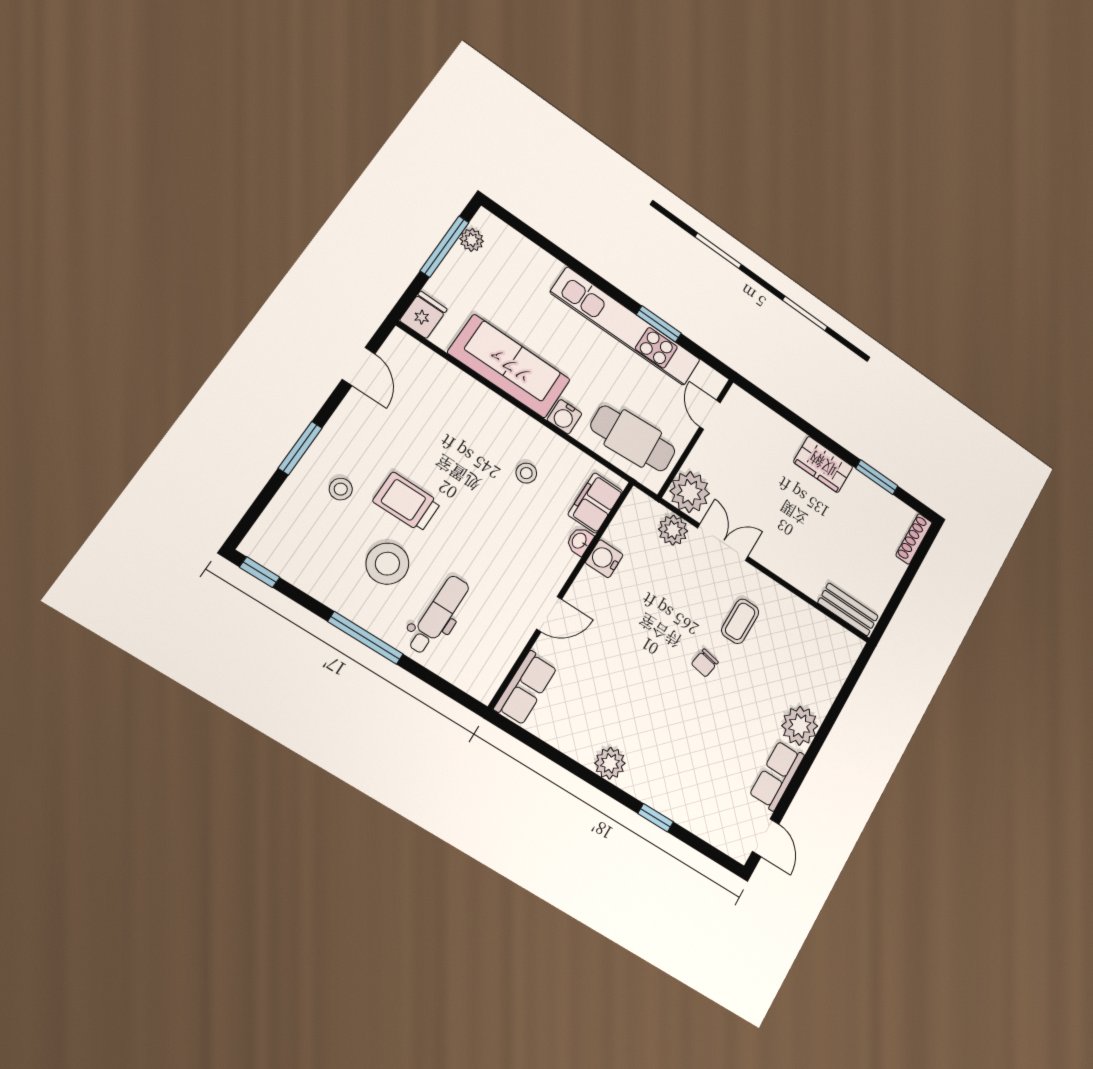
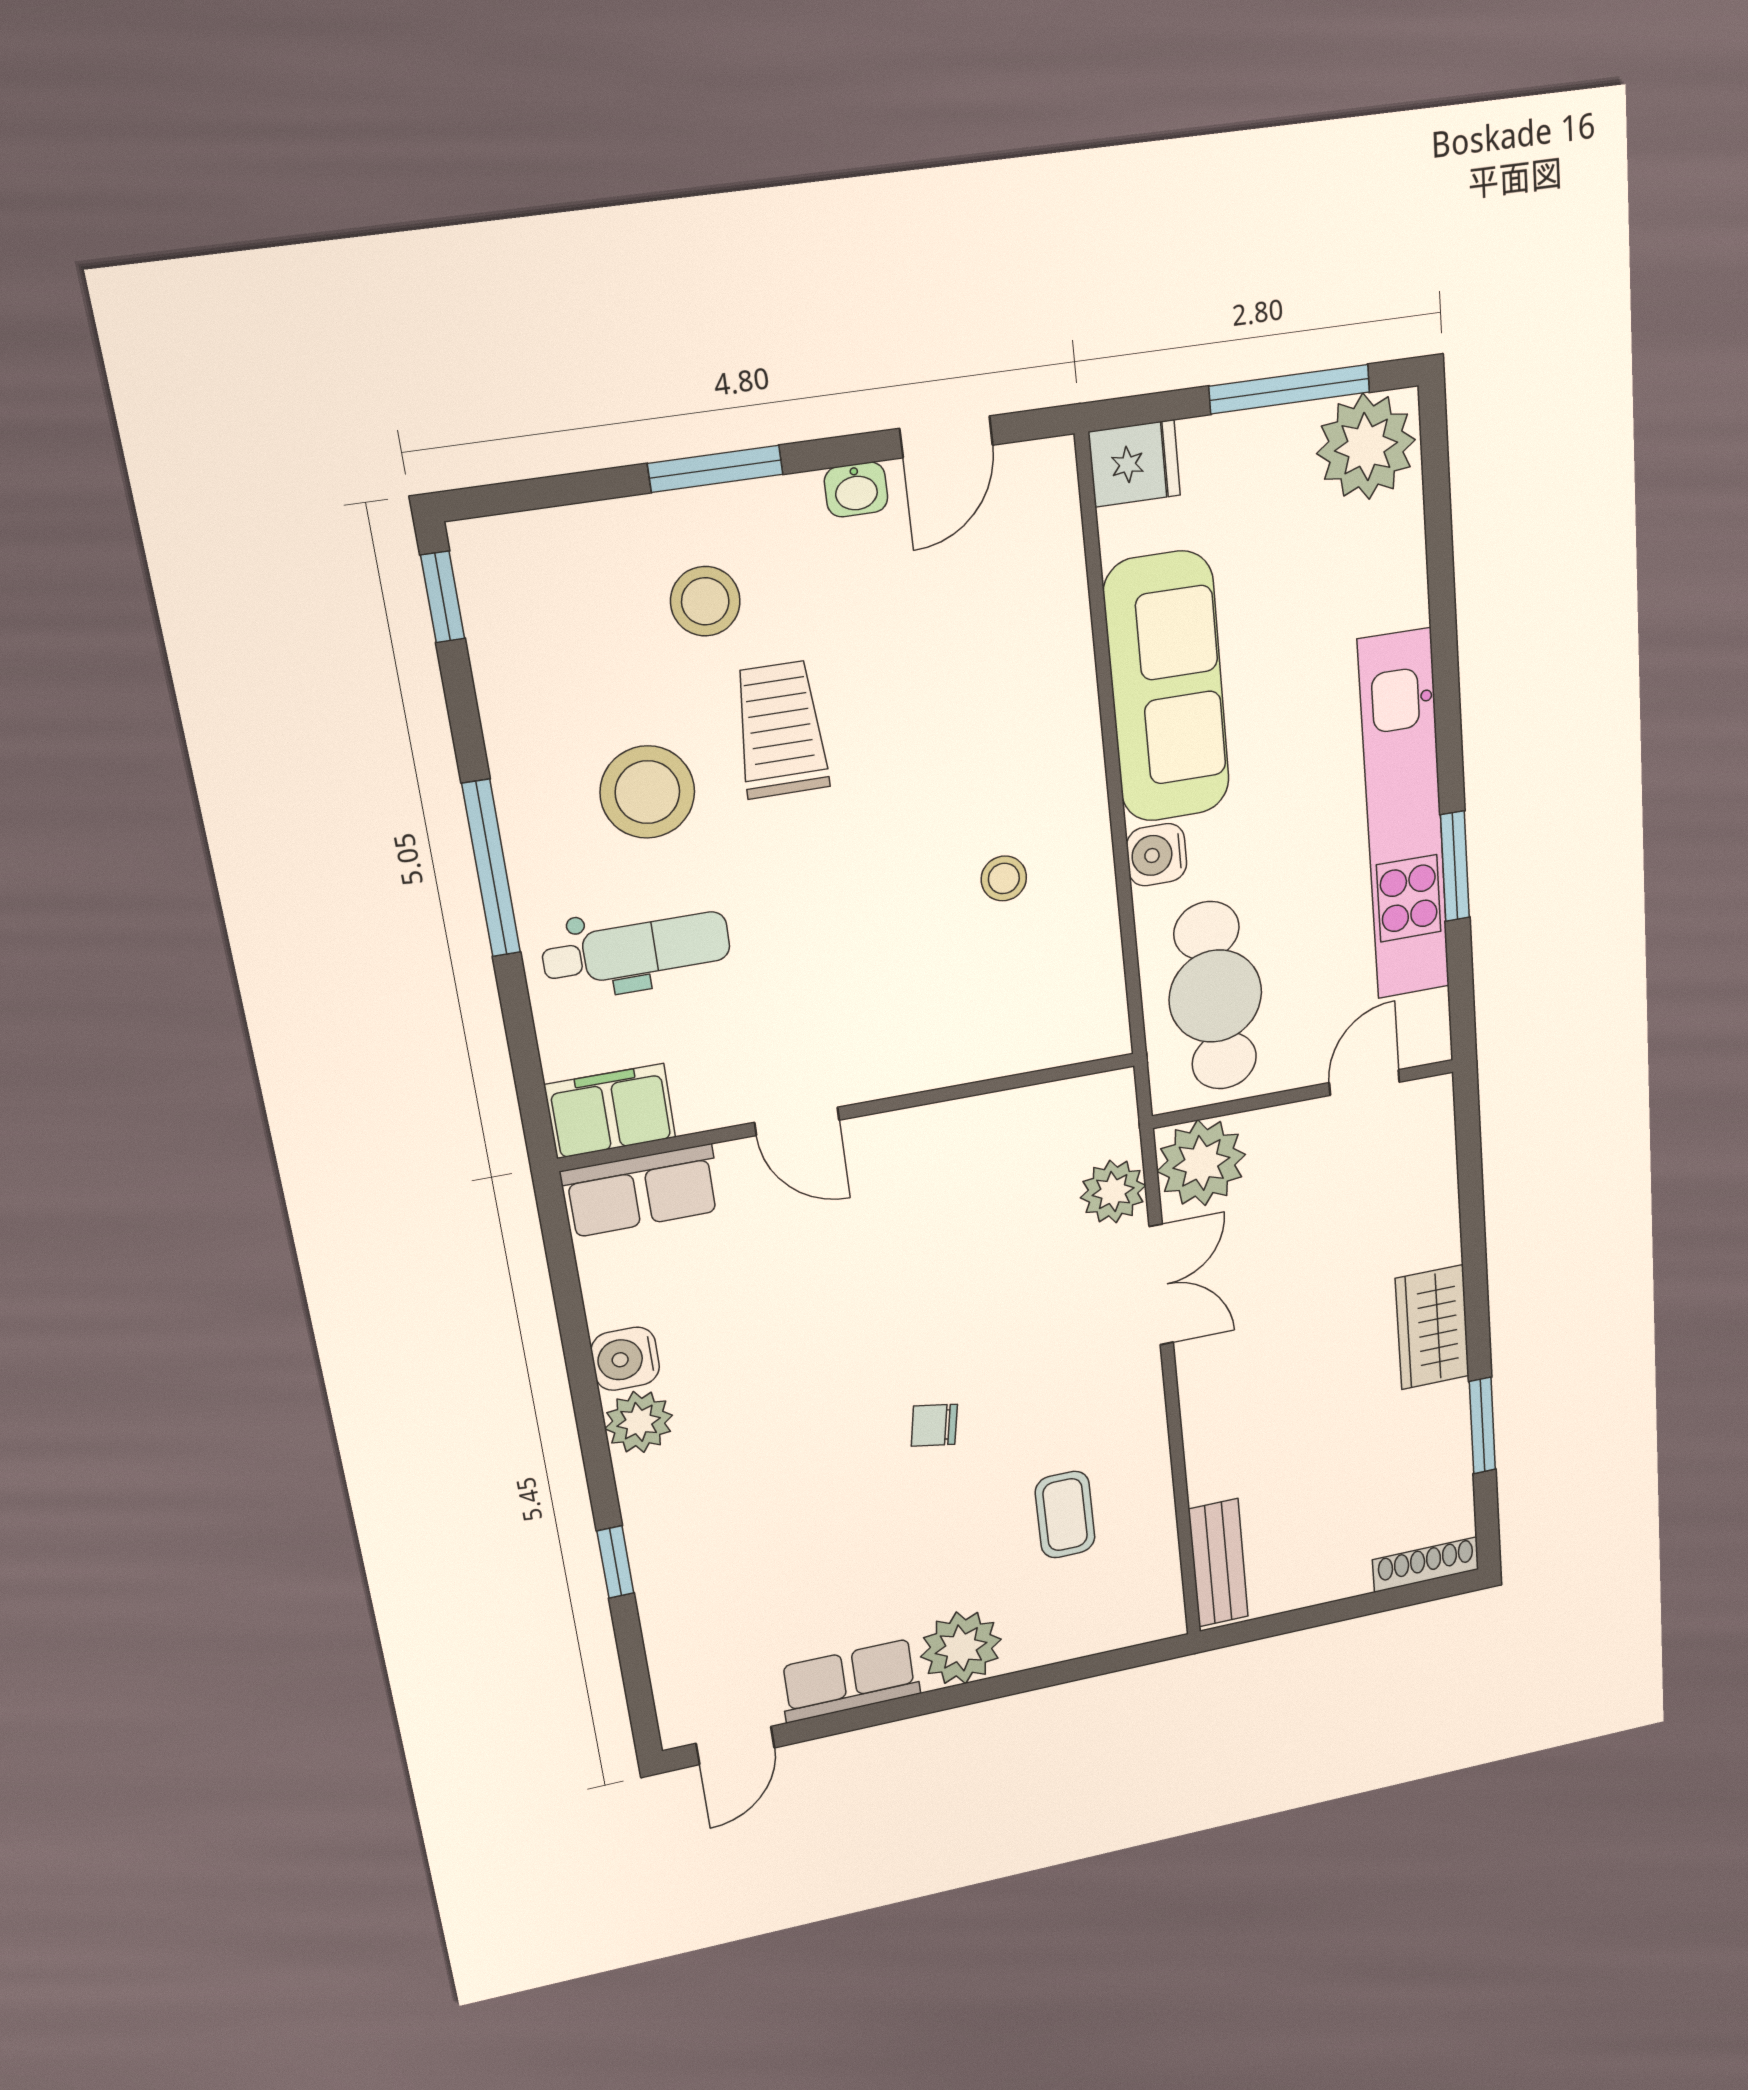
plant: (472, 240) -> (1366, 447), width x1.87, depth x1.87
stool: (341, 489) -> (705, 601), width x1.37, depth x1.37
filing cabinet: (595, 503) -> (610, 1111), moved
washbasin: (580, 541) -> (856, 489), moved, turned 180
water cooler: (604, 559) -> (625, 1359), moved, turned -90
coffee table: (740, 621) -> (1065, 1515), moved, turned 90

